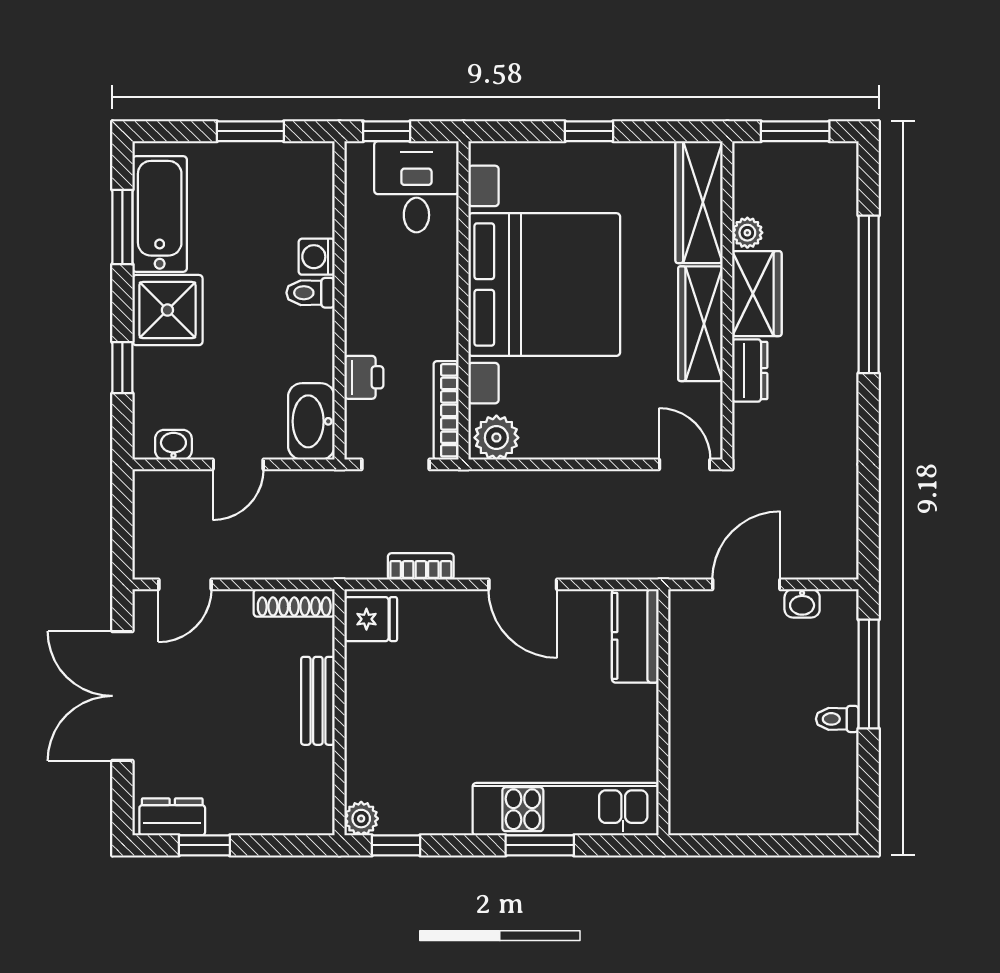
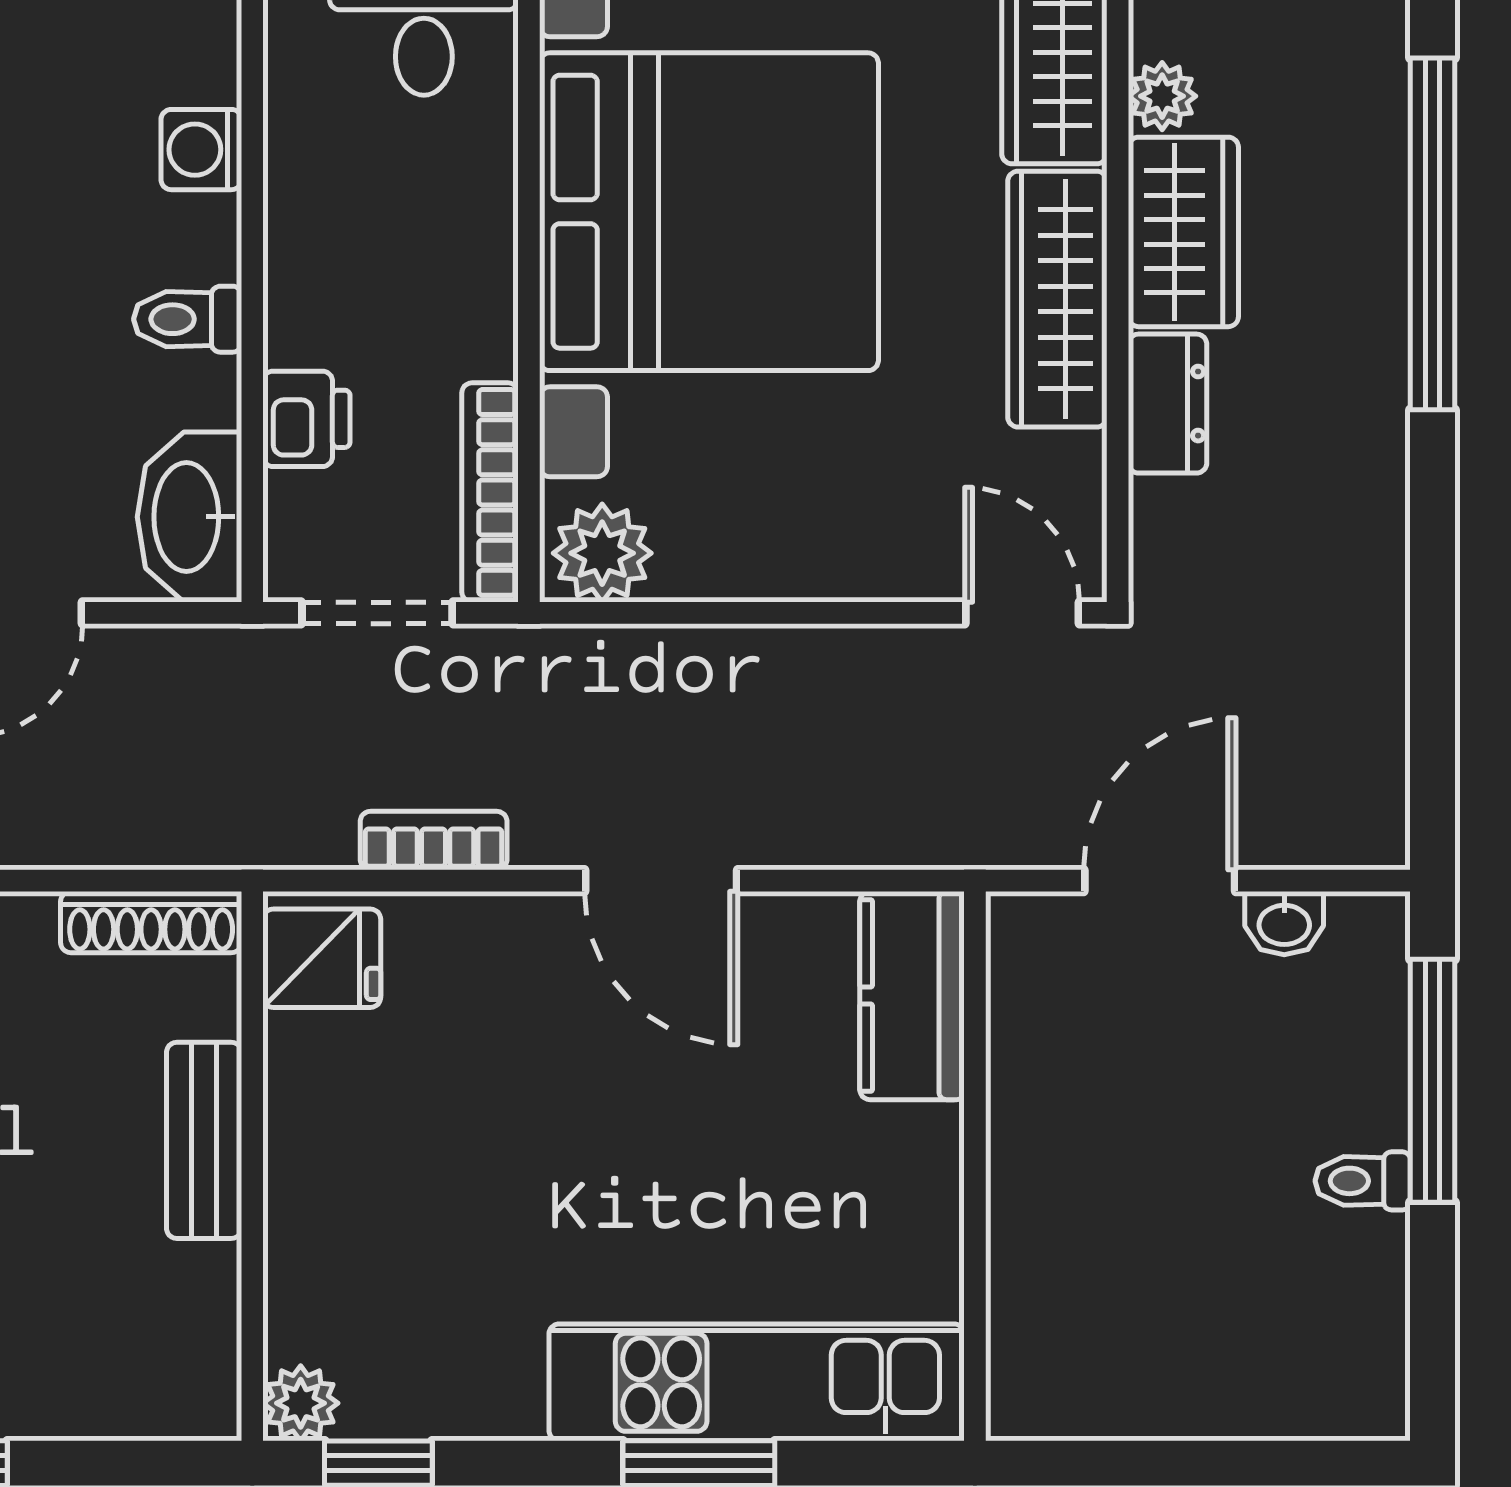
toilet: (311, 293) -> (188, 319), moved

